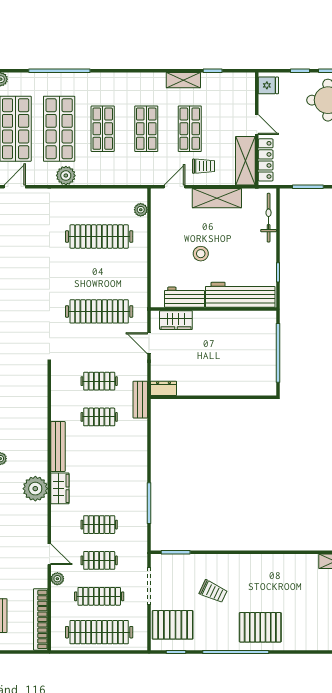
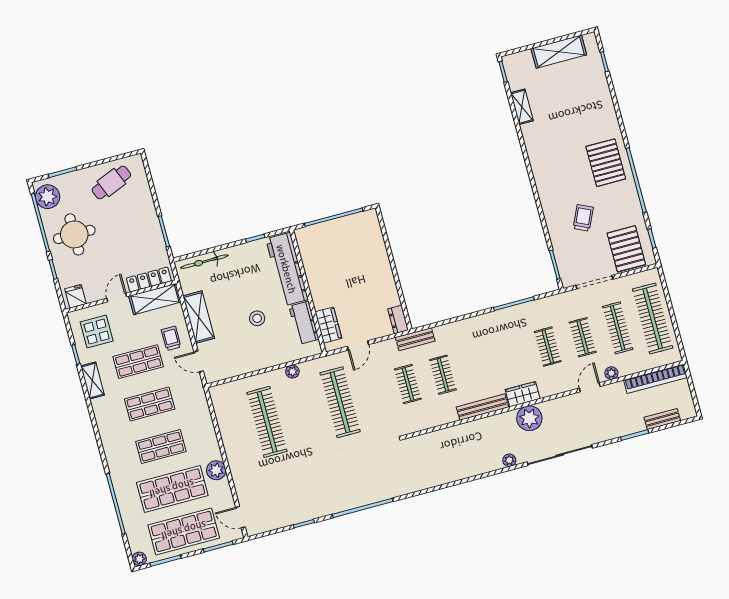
display table: (229, 97) -> (97, 332), added
plant: (141, 210) -> (292, 372), moved

